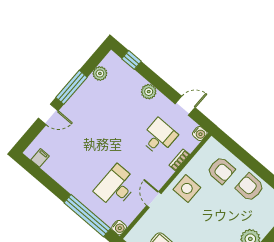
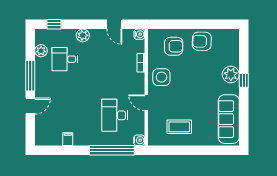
door: (185, 106) -> (114, 24), swing flipped
desk: (159, 137) -> (65, 59), moved, turned -90
filing cabinet: (40, 158) -> (68, 139), moved

